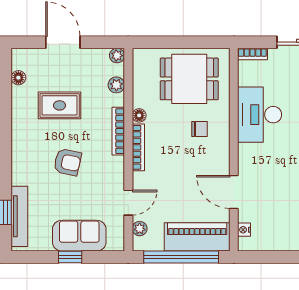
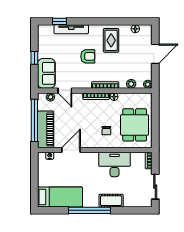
rug: (60, 105) -> (111, 40), moved
armchair: (67, 162) -> (88, 56), turned -102
tv unit: (19, 216) -> (71, 29), moved
sofa: (79, 236) -> (46, 73), moved

